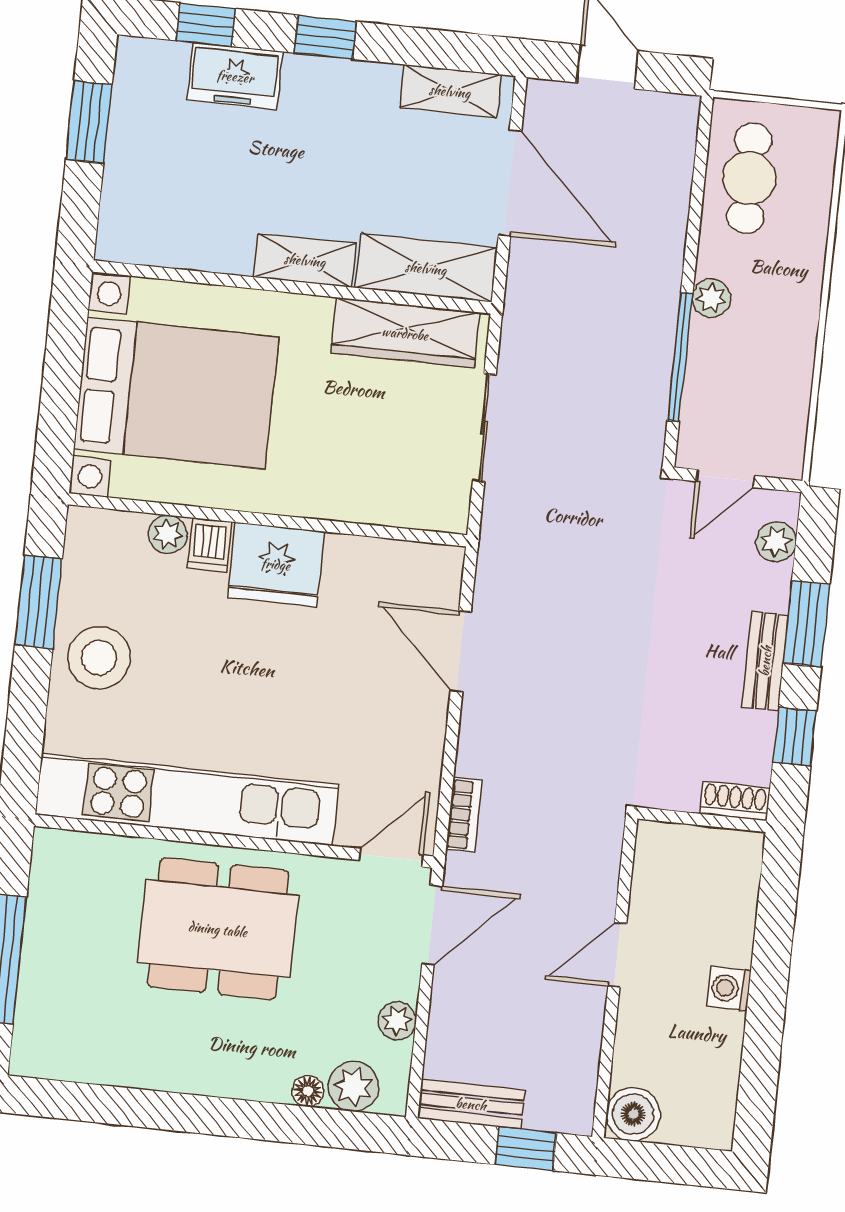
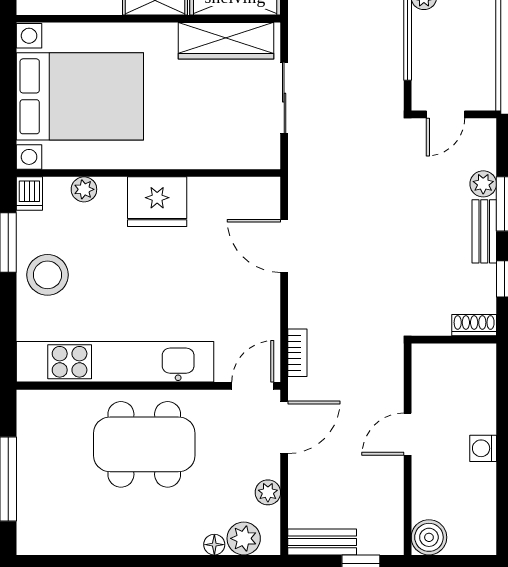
plant: (776, 542) -> (483, 184), moved
dishwasher: (209, 545) -> (29, 194), moved

